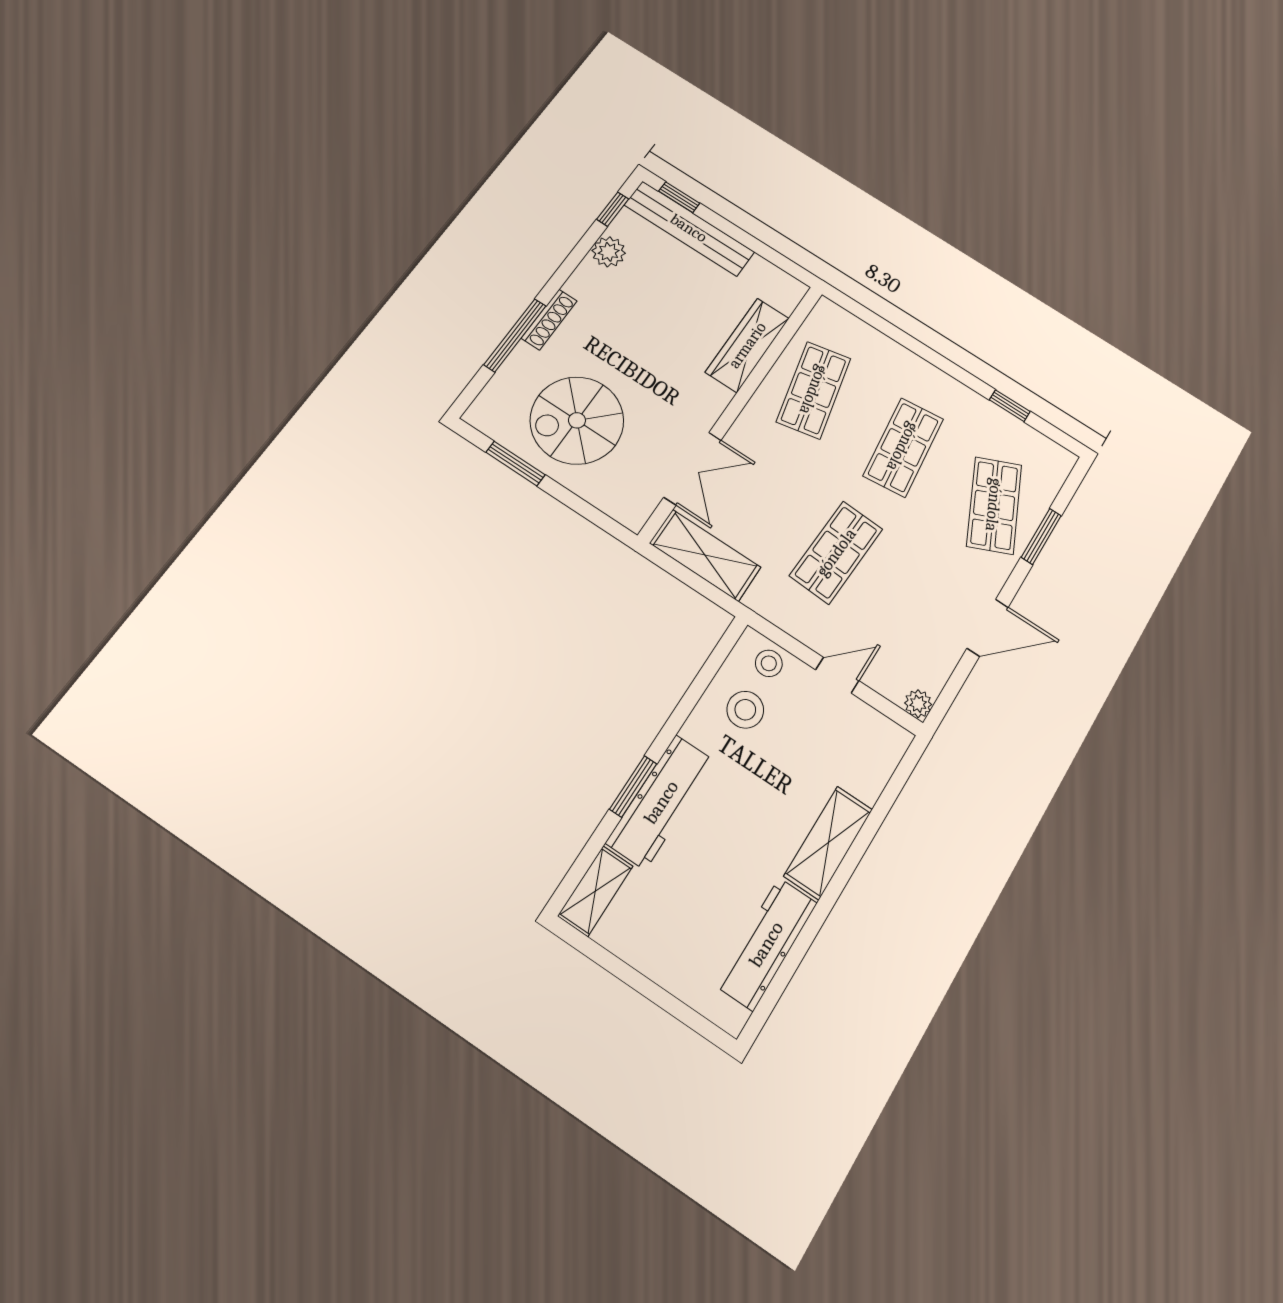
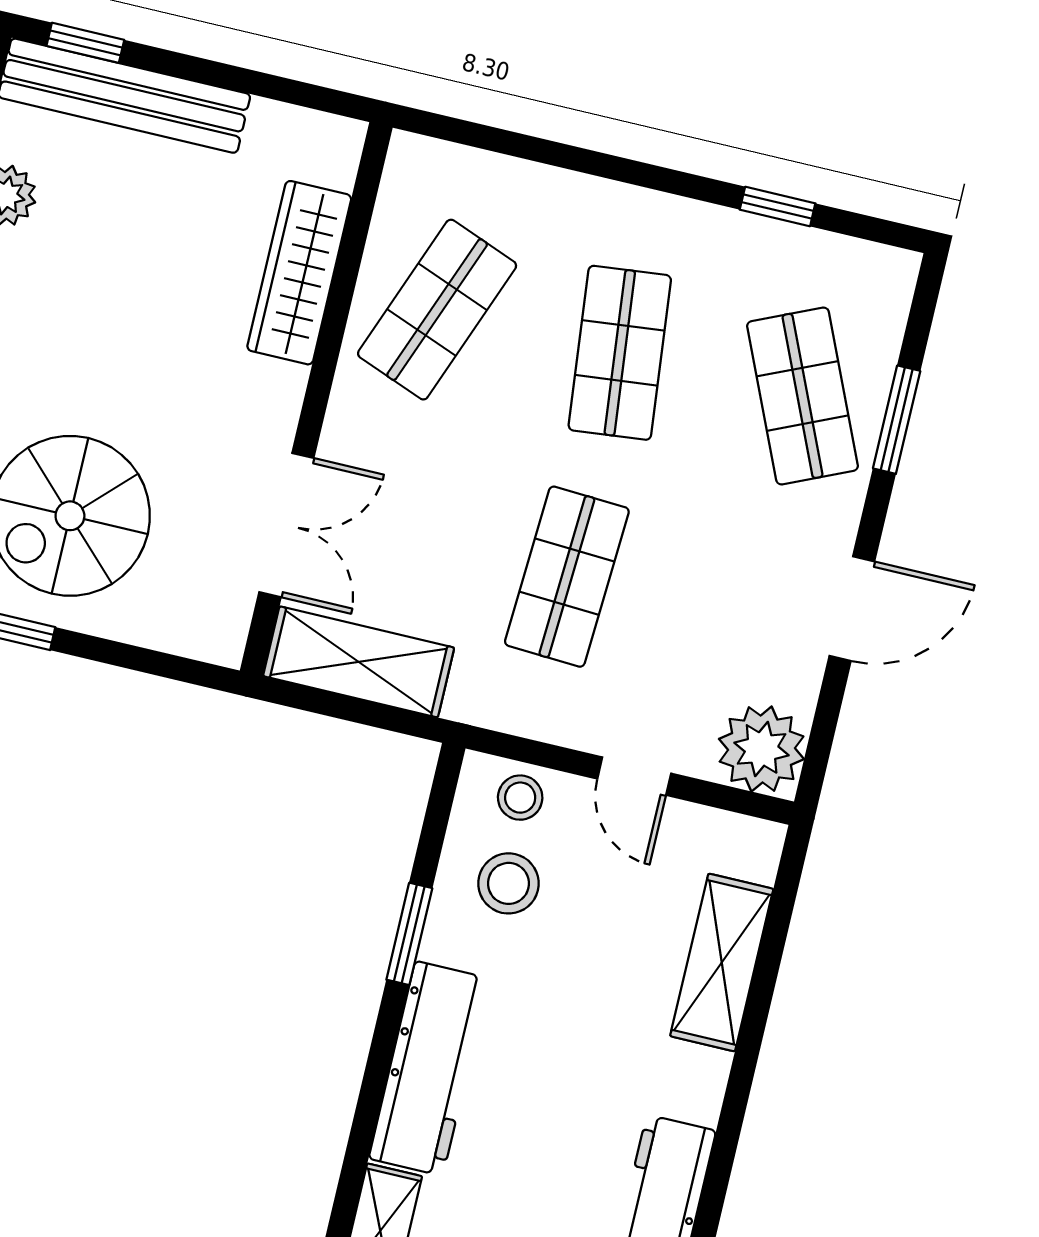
shop shelf: (814, 390) -> (437, 310), turned 33
door: (837, 675) -> (634, 776), swing flipped
plant: (918, 704) -> (762, 749), width x1.87, depth x1.87
window: (633, 786) -> (409, 934), moved
shelving: (828, 843) -> (722, 962), moved

